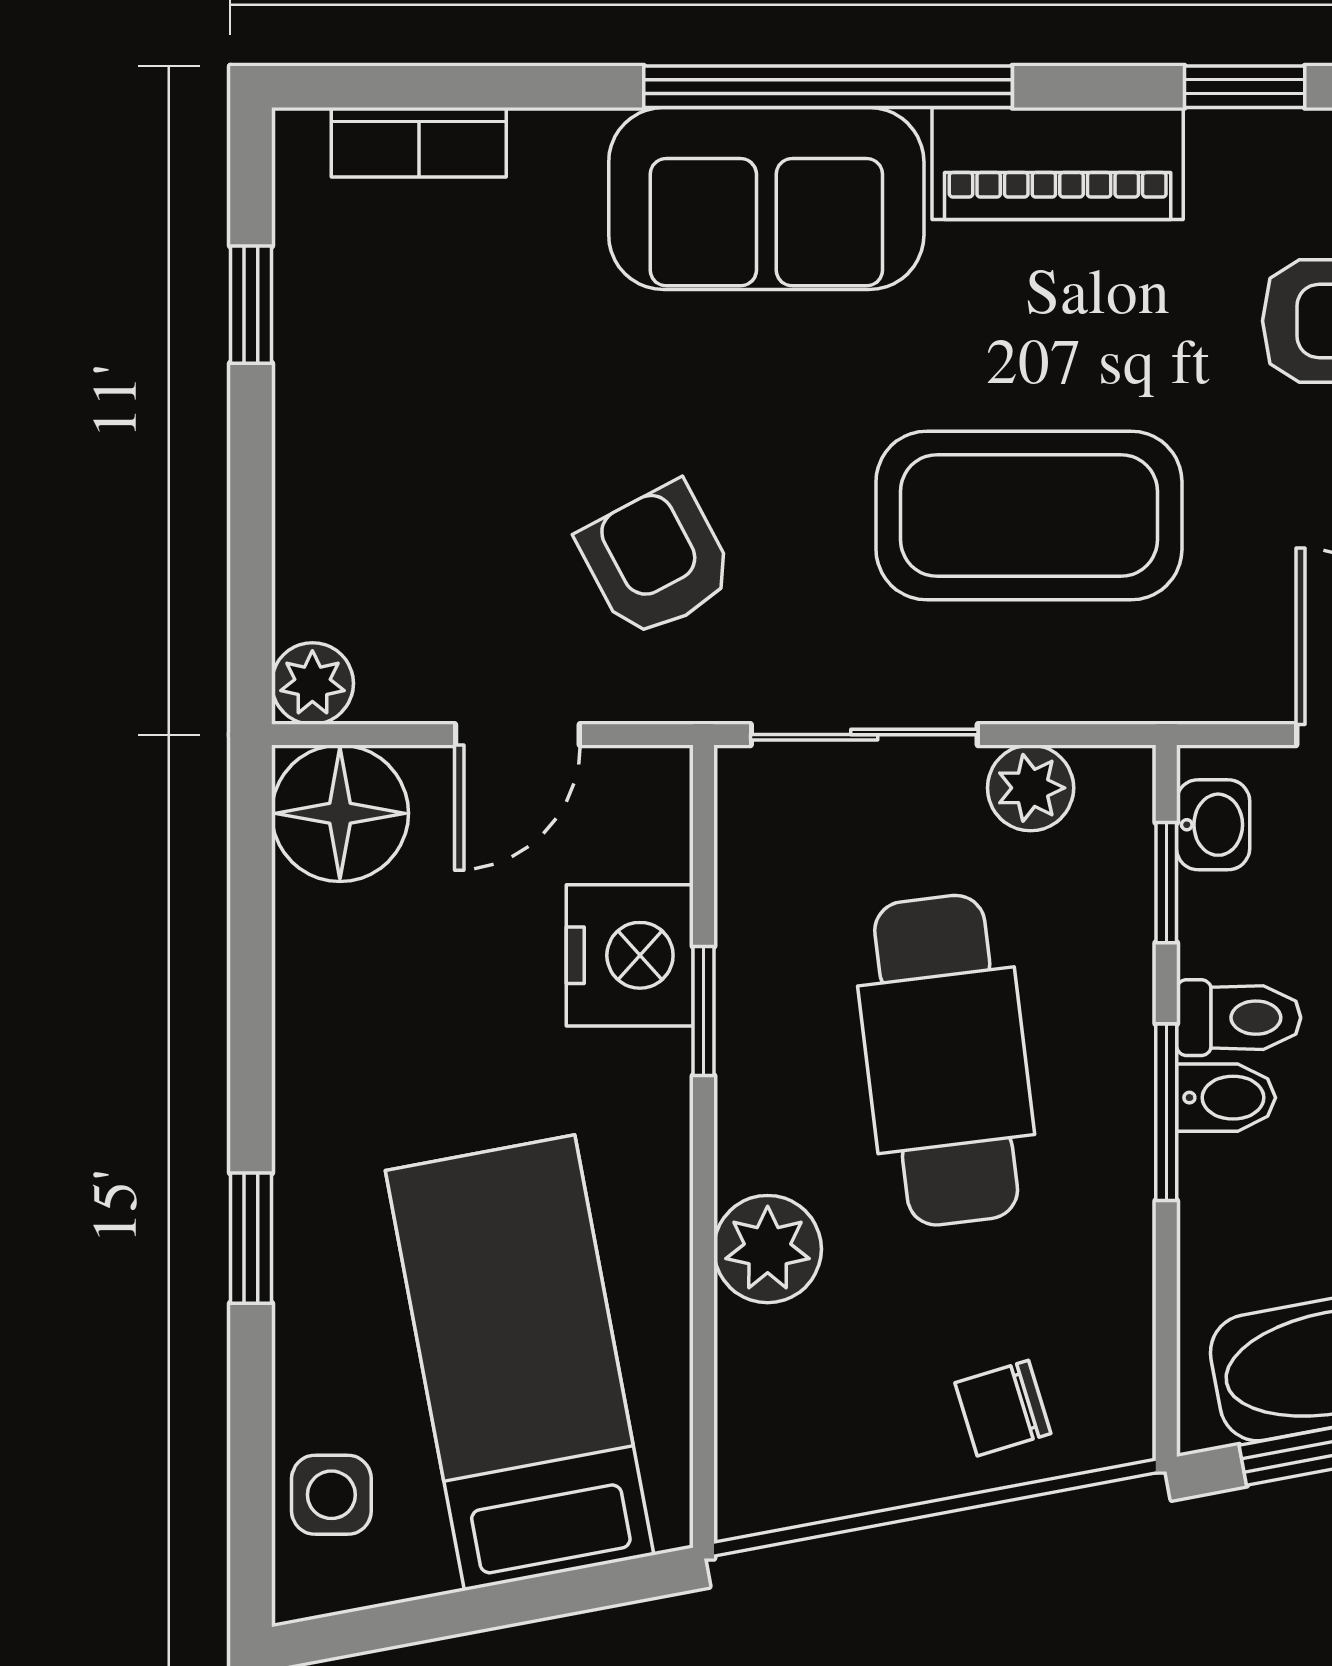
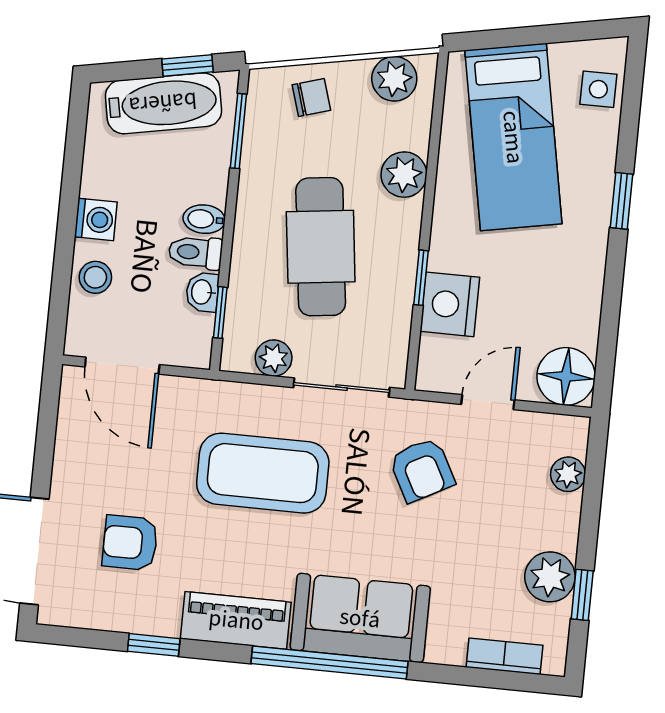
plant: (331, 339) -> (550, 577), added
plant: (312, 683) -> (568, 474), moved
washbasin: (1213, 825) -> (202, 292), moved
window: (1166, 1112) -> (238, 131), moved
plant: (813, 1471) -> (394, 79), added

